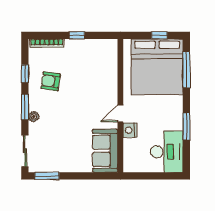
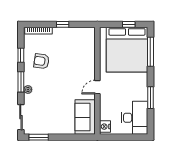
nightstand: (130, 130) -> (105, 127), moved

